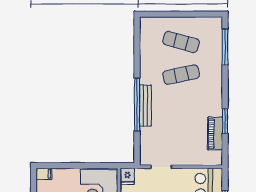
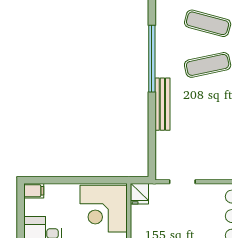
window: (137, 104) -> (152, 59), moved

